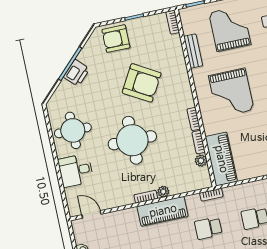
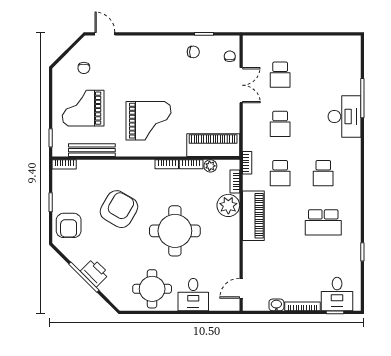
bench: (193, 51) -> (92, 150), width x1.36
plant: (163, 192) -> (228, 205), width x1.87, depth x1.87
bookcase: (146, 197) -> (235, 181), moved

